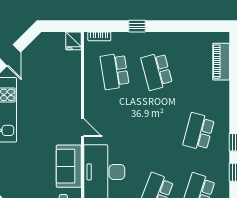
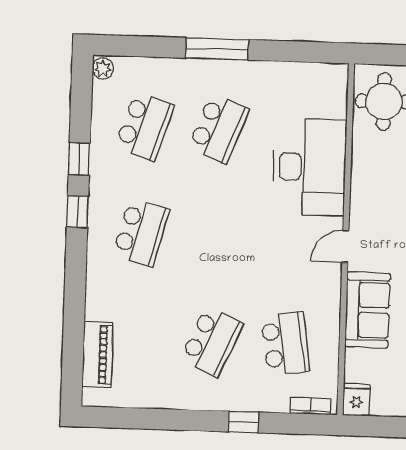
school desk: (157, 71) -> (212, 341), turned 39
door: (82, 128) -> (345, 246), hinge flipped
sofa: (69, 166) -> (367, 310), moved

